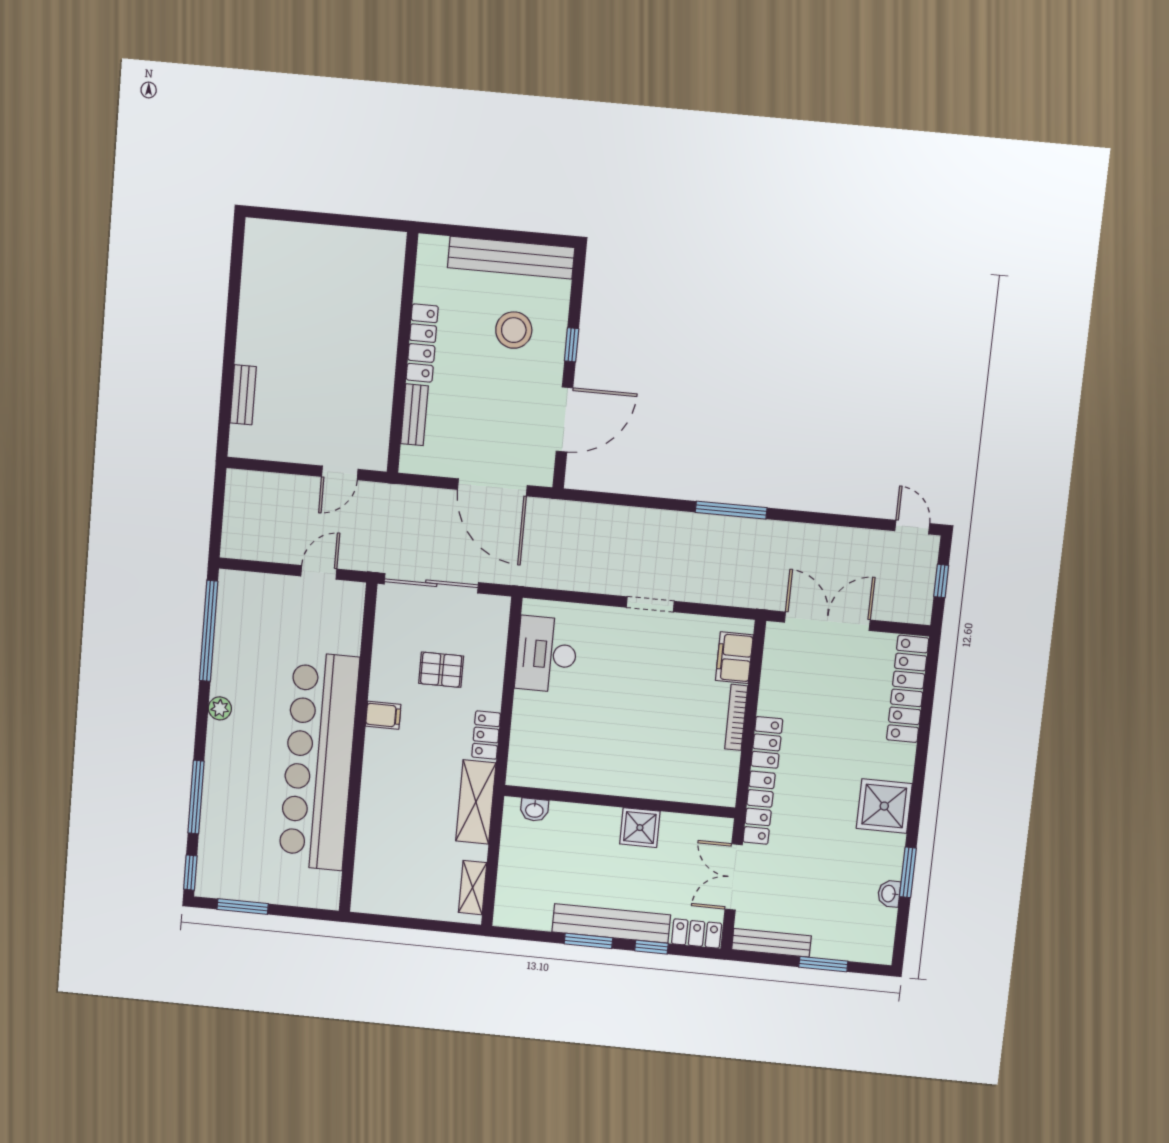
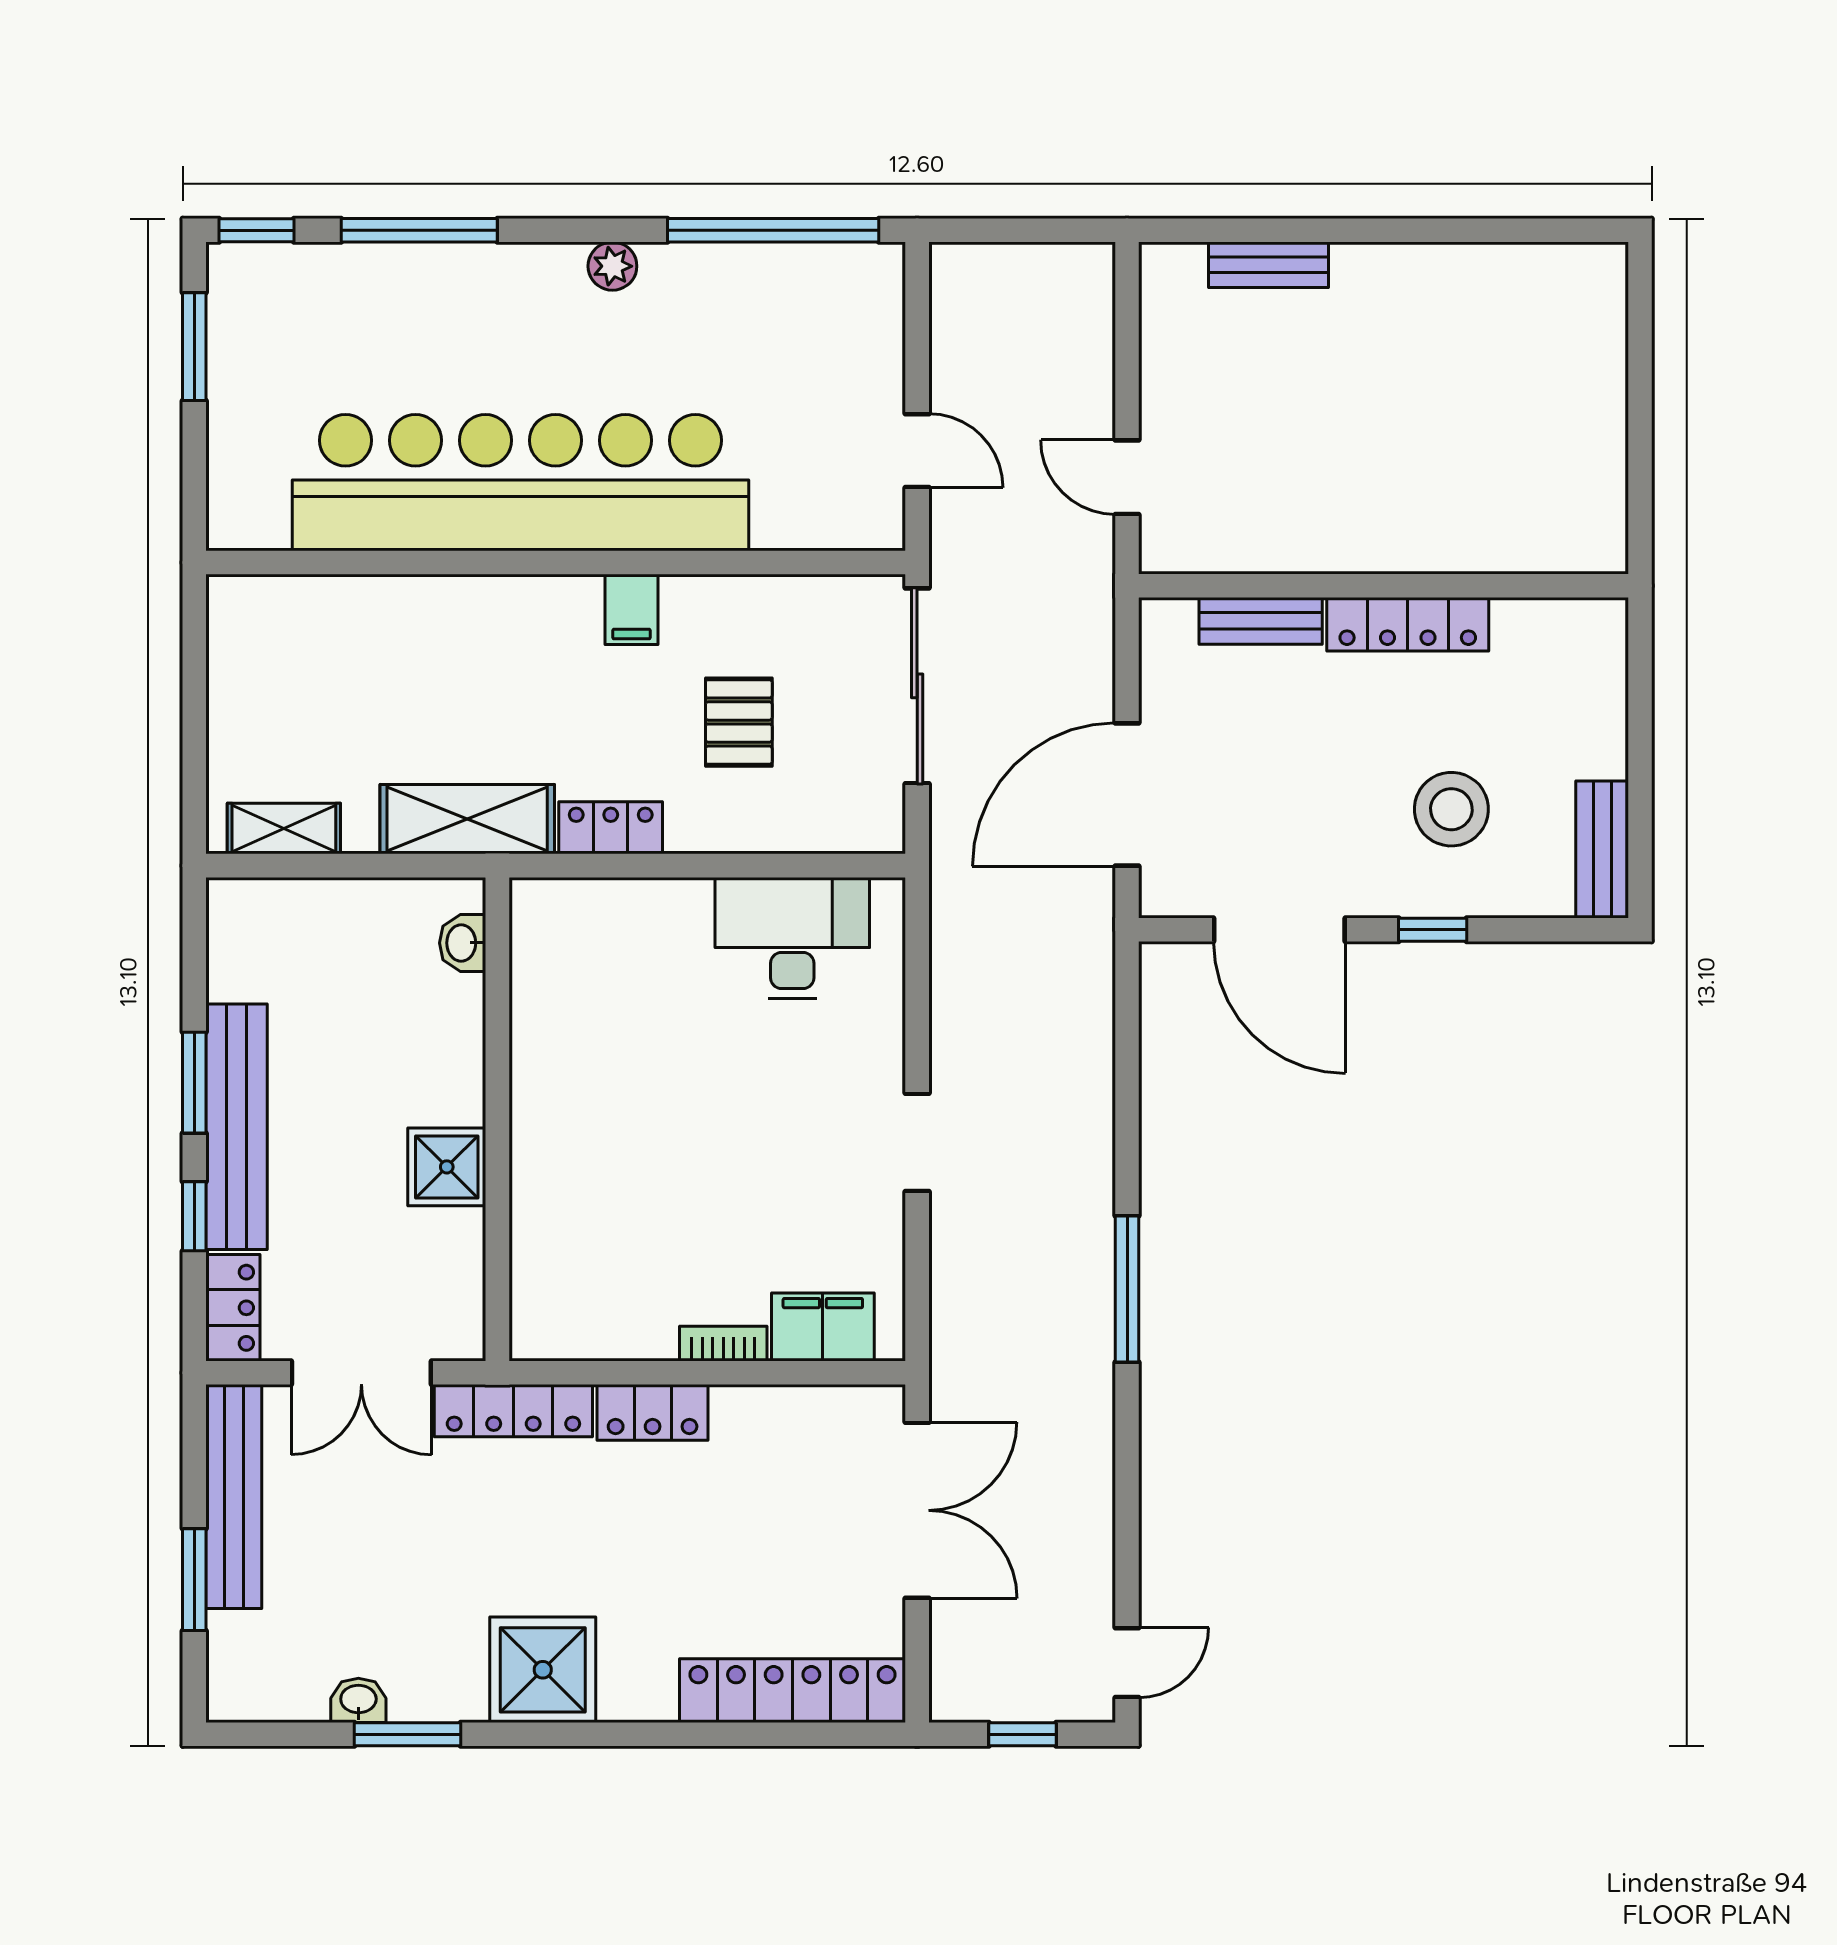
bench: (511, 258) -> (1602, 850), width x0.54, depth x0.82
bookcase: (736, 717) -> (723, 1344), width x0.64
double door: (734, 877) -> (361, 1373), swing flipped
bench: (771, 943) -> (234, 1497), width x1.37, depth x1.21

